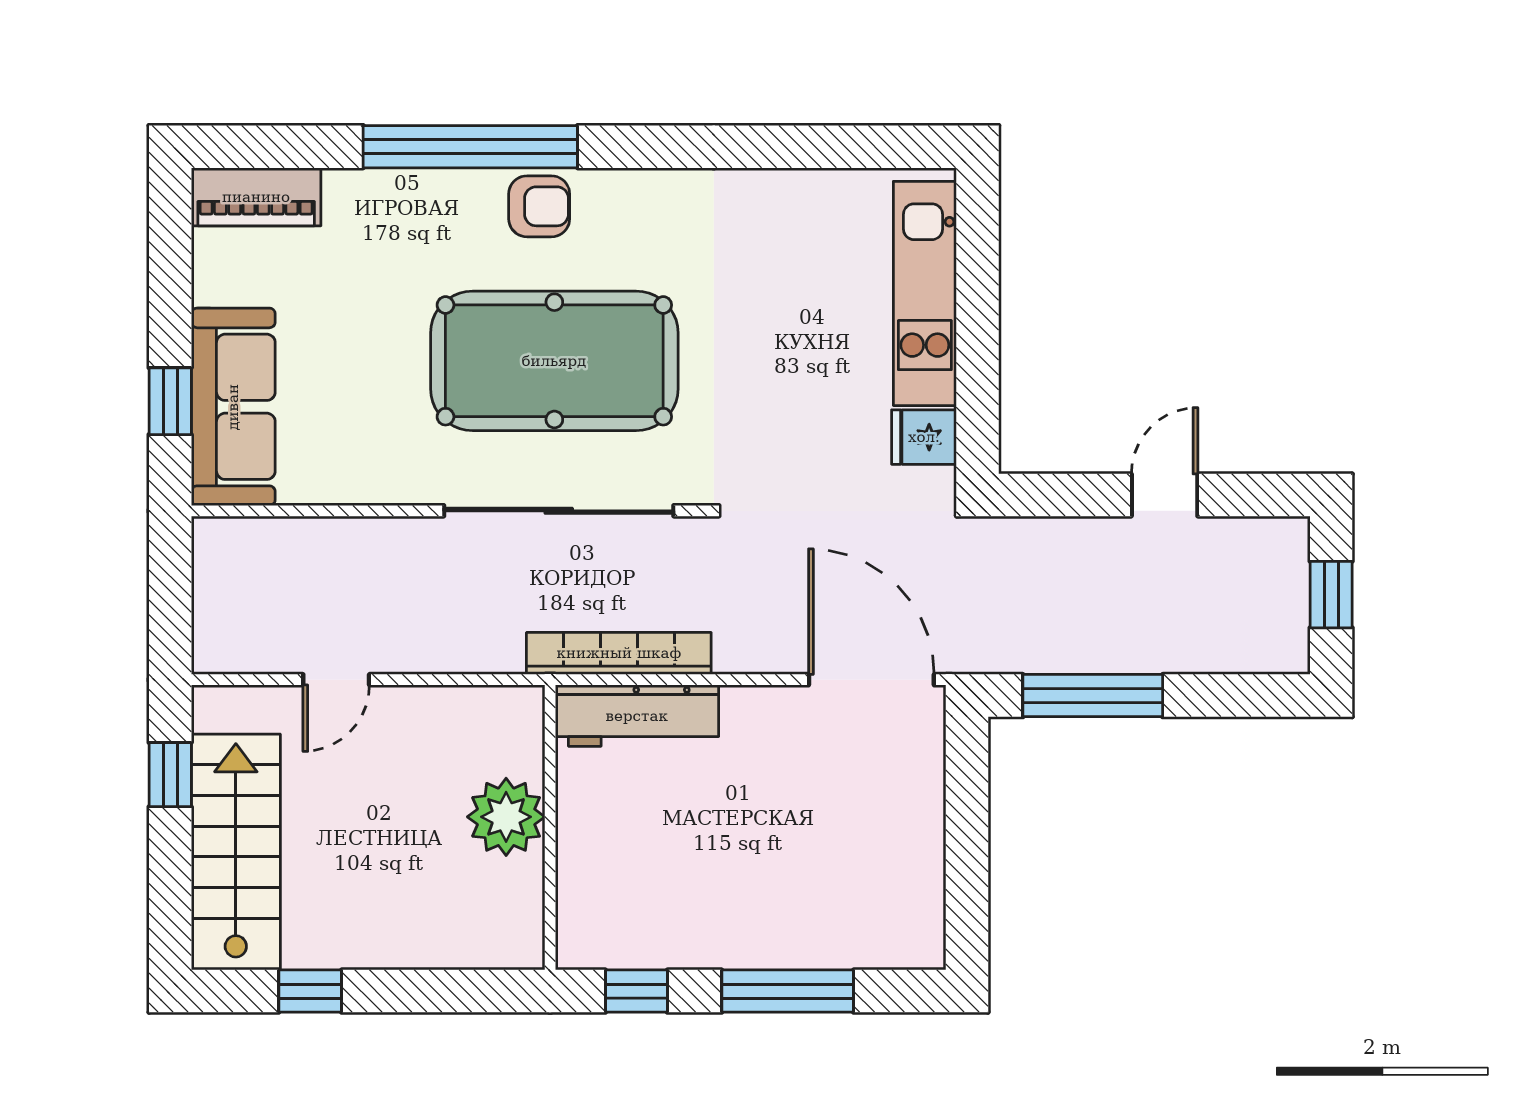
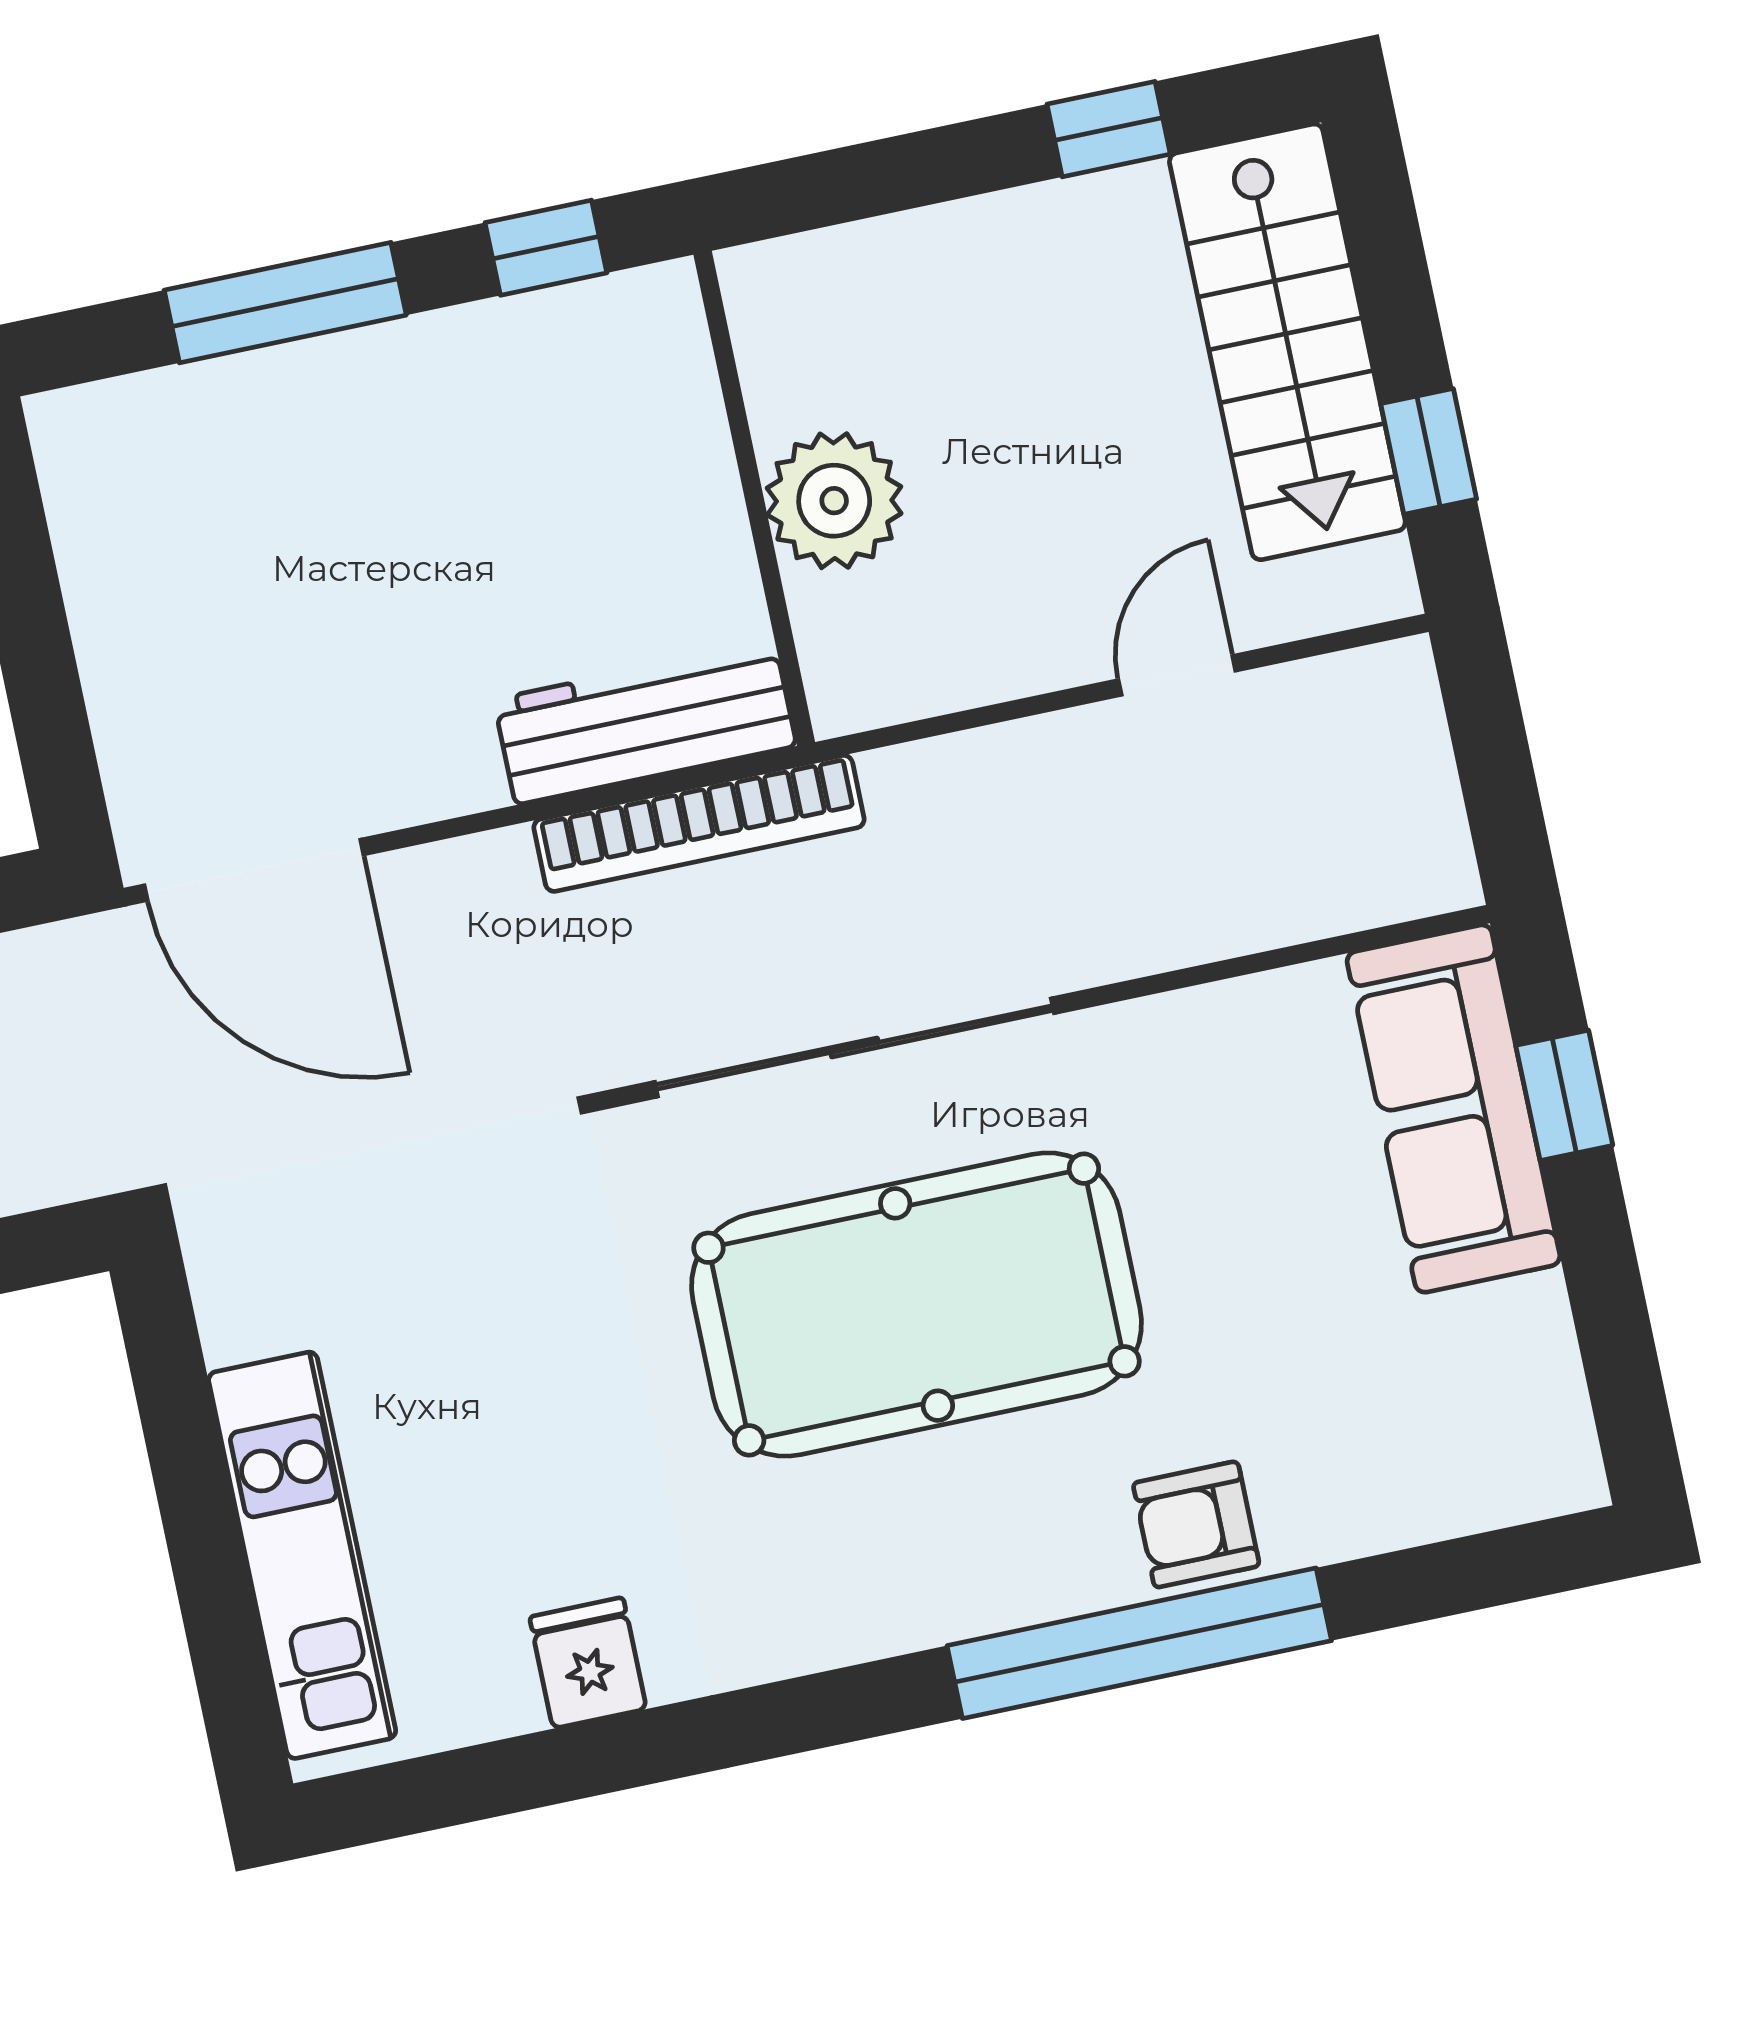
piano: (256, 197) -> (1490, 1479), removed
armchair: (539, 206) -> (1196, 1524), moved
fridge: (924, 437) -> (588, 1663), moved, turned -90

